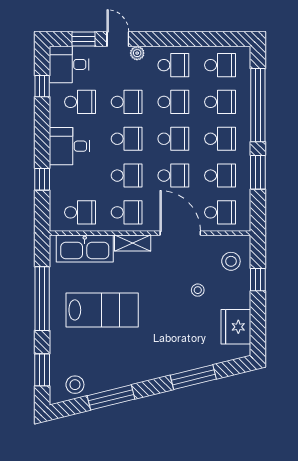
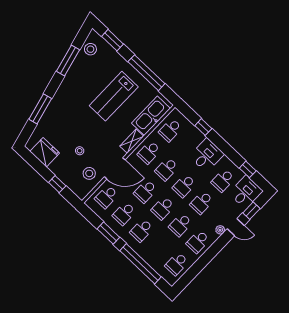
school desk: (220, 102) -> (159, 247), removed
stool: (231, 261) -> (89, 173), moved

